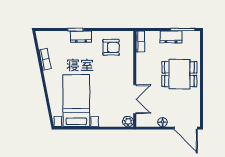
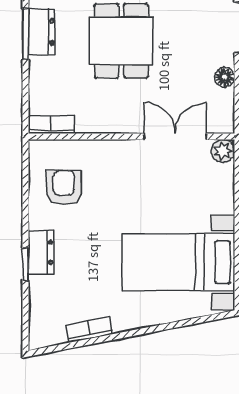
dresser: (171, 37) -> (42, 32), moved

